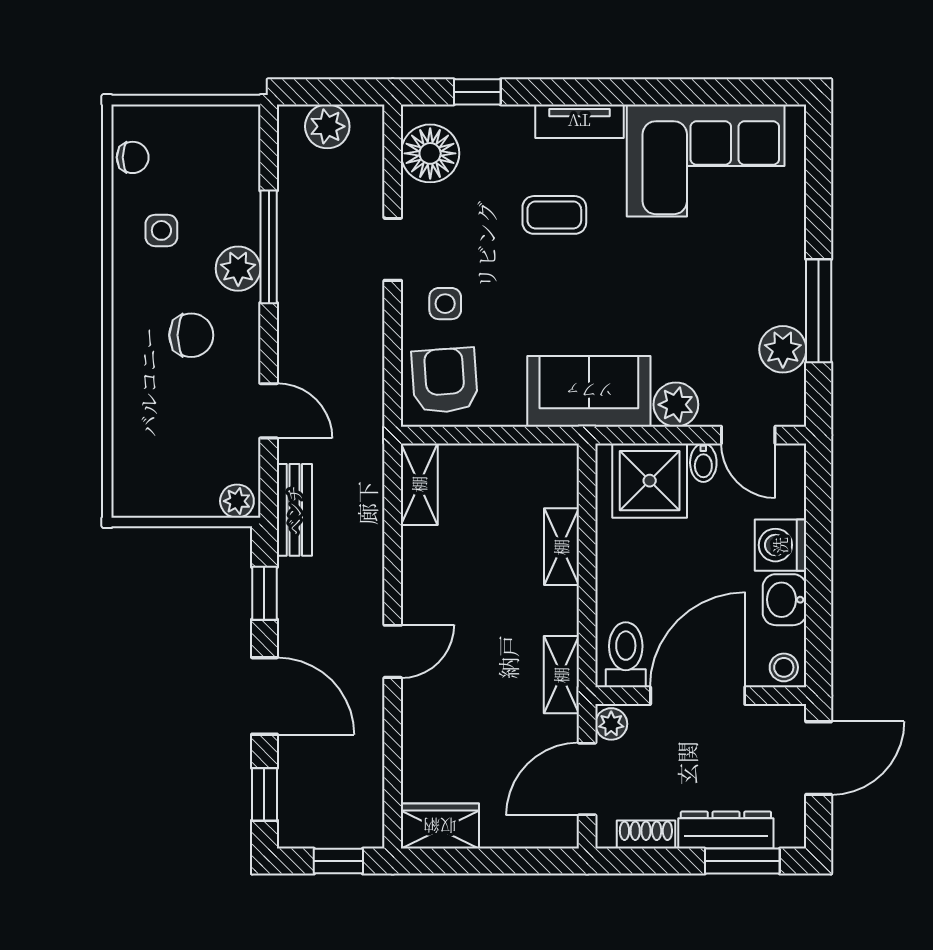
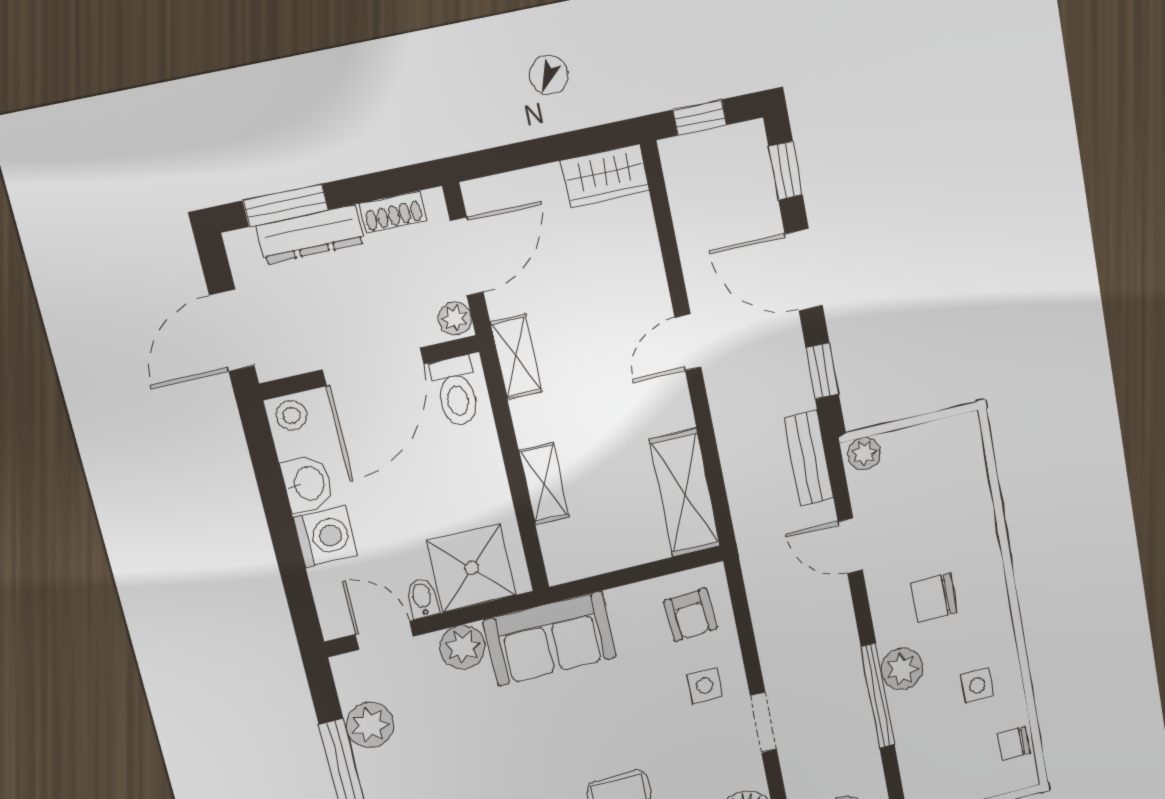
armchair: (445, 380) -> (690, 615), width x0.72, depth x0.72
shelving: (419, 484) -> (685, 493), width x1.50, depth x1.33

